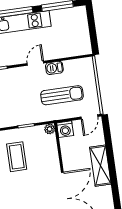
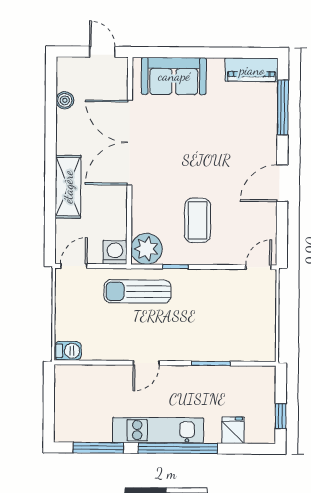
barbecue: (54, 68) -> (68, 351), moved
sun lounger: (62, 95) -> (137, 291), moved
plant: (50, 129) -> (147, 249), width x1.87, depth x1.87

